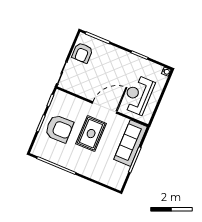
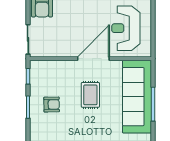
armchair: (59, 129) -> (52, 105), width x0.53, depth x0.53
rug: (91, 134) -> (90, 95), width x0.73, depth x0.70
sofa: (131, 143) -> (137, 97), width x1.36, depth x1.27

